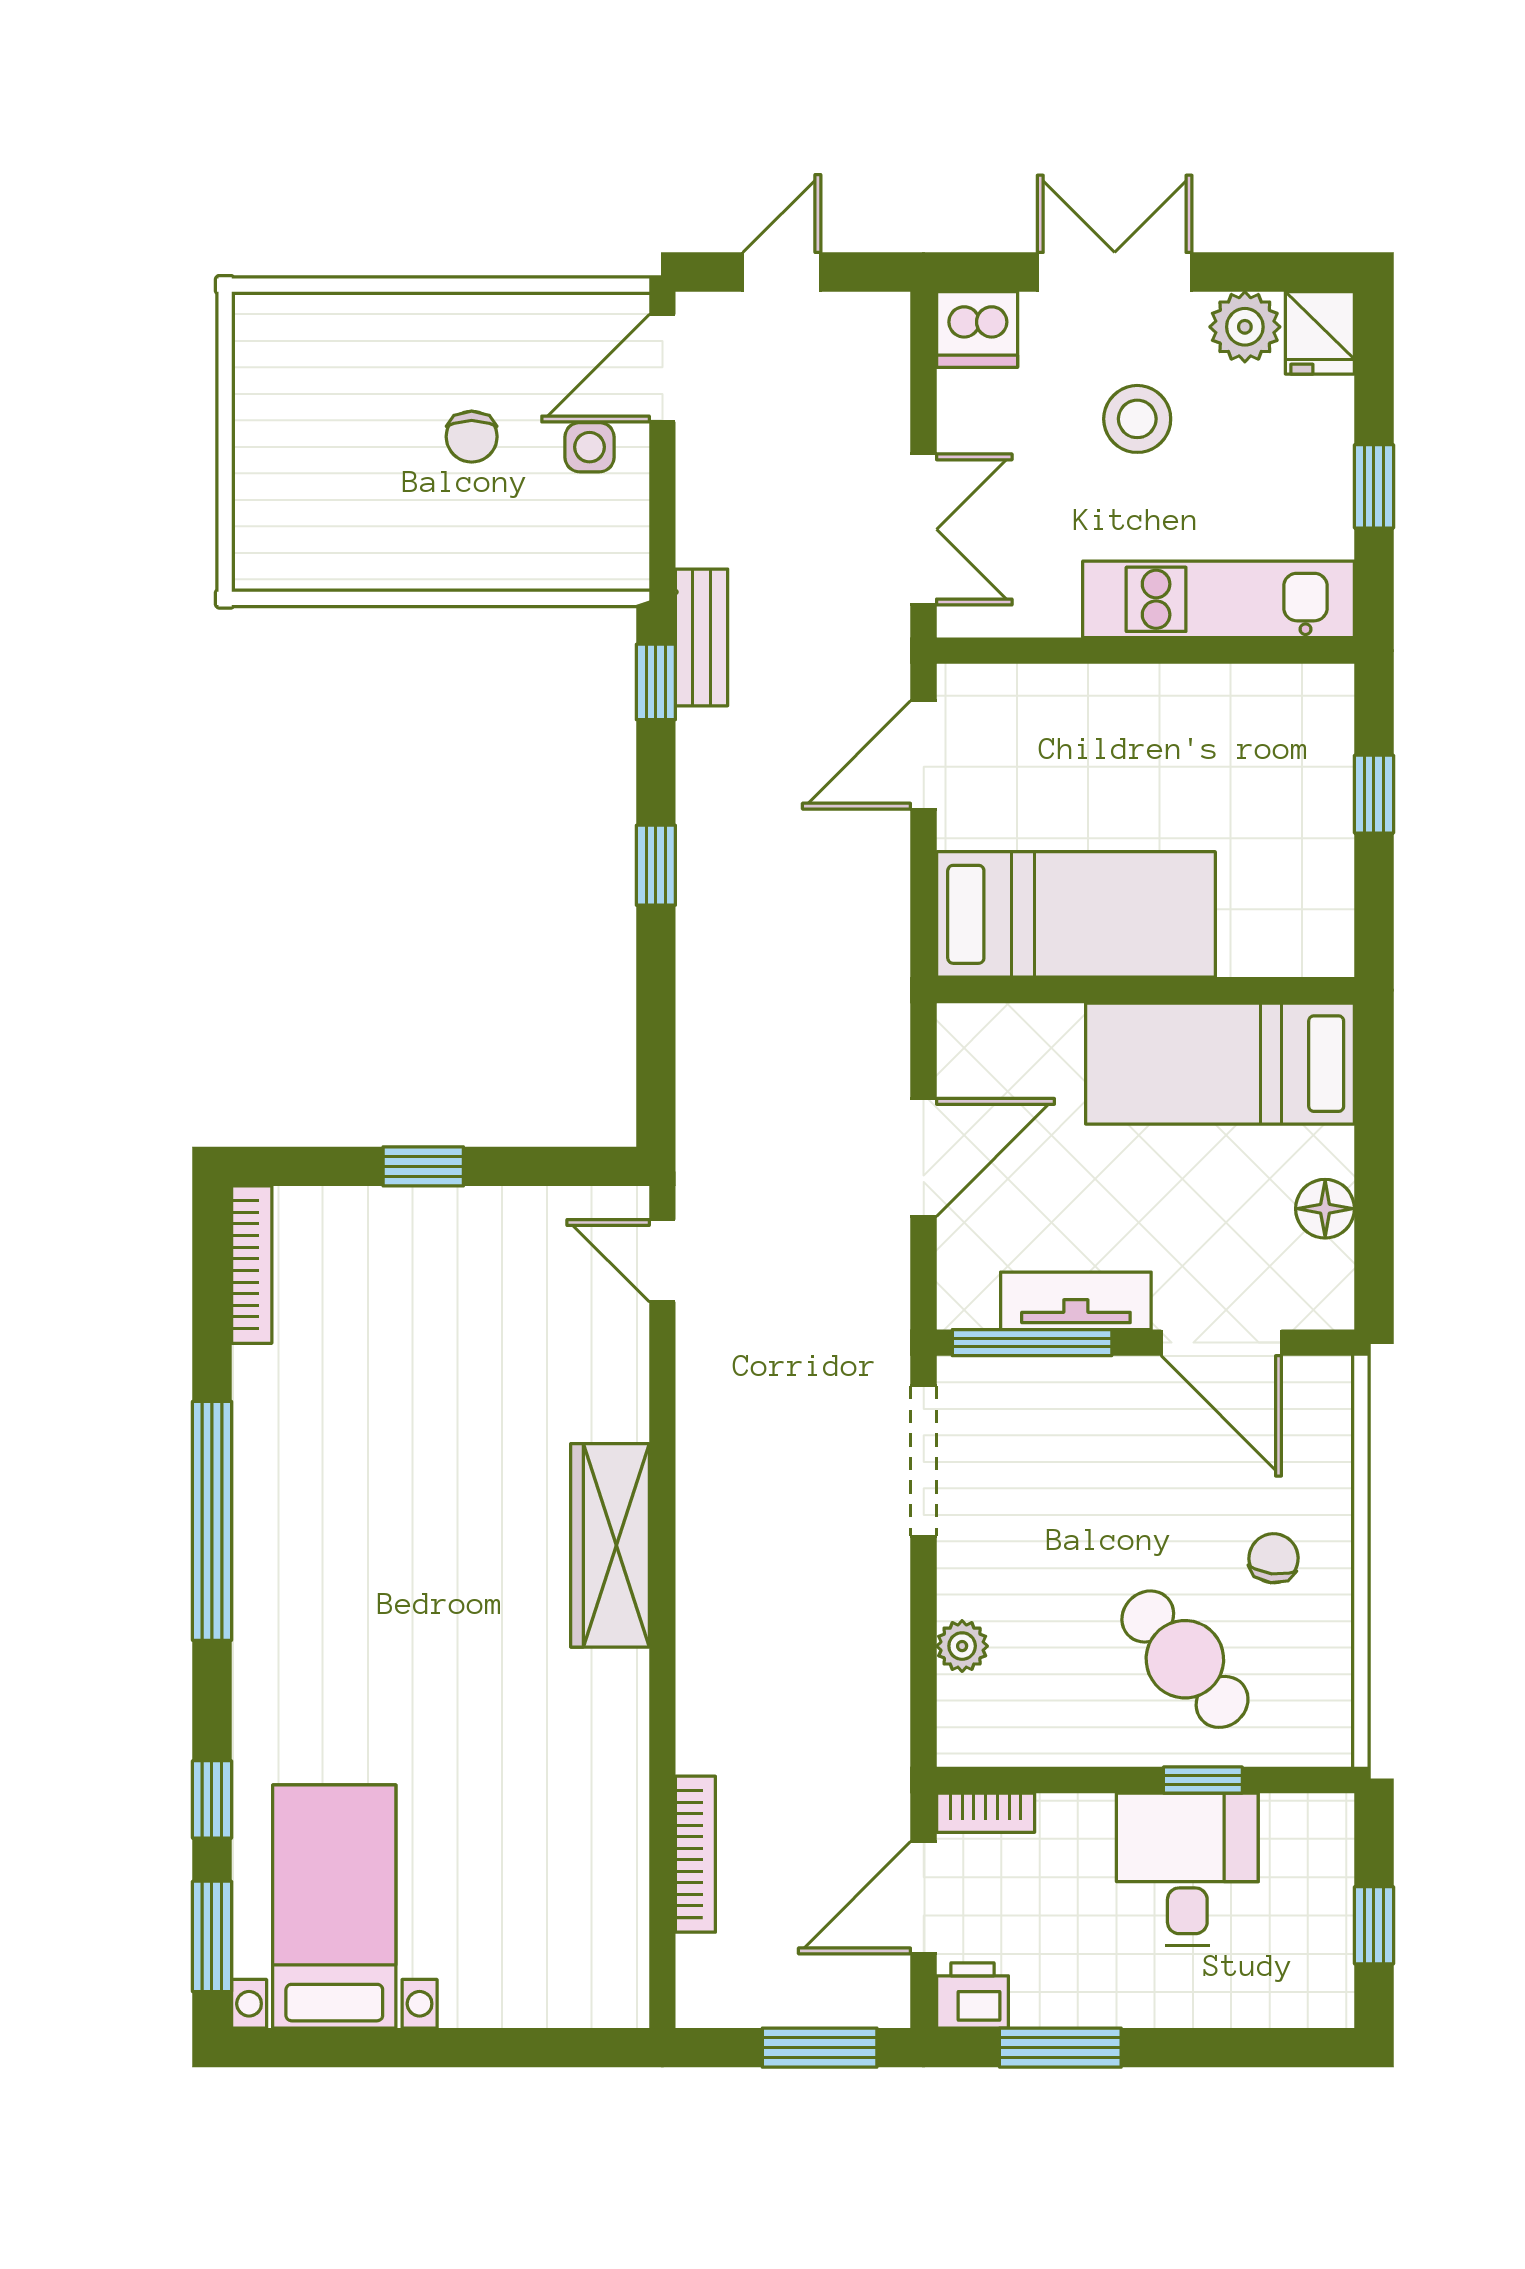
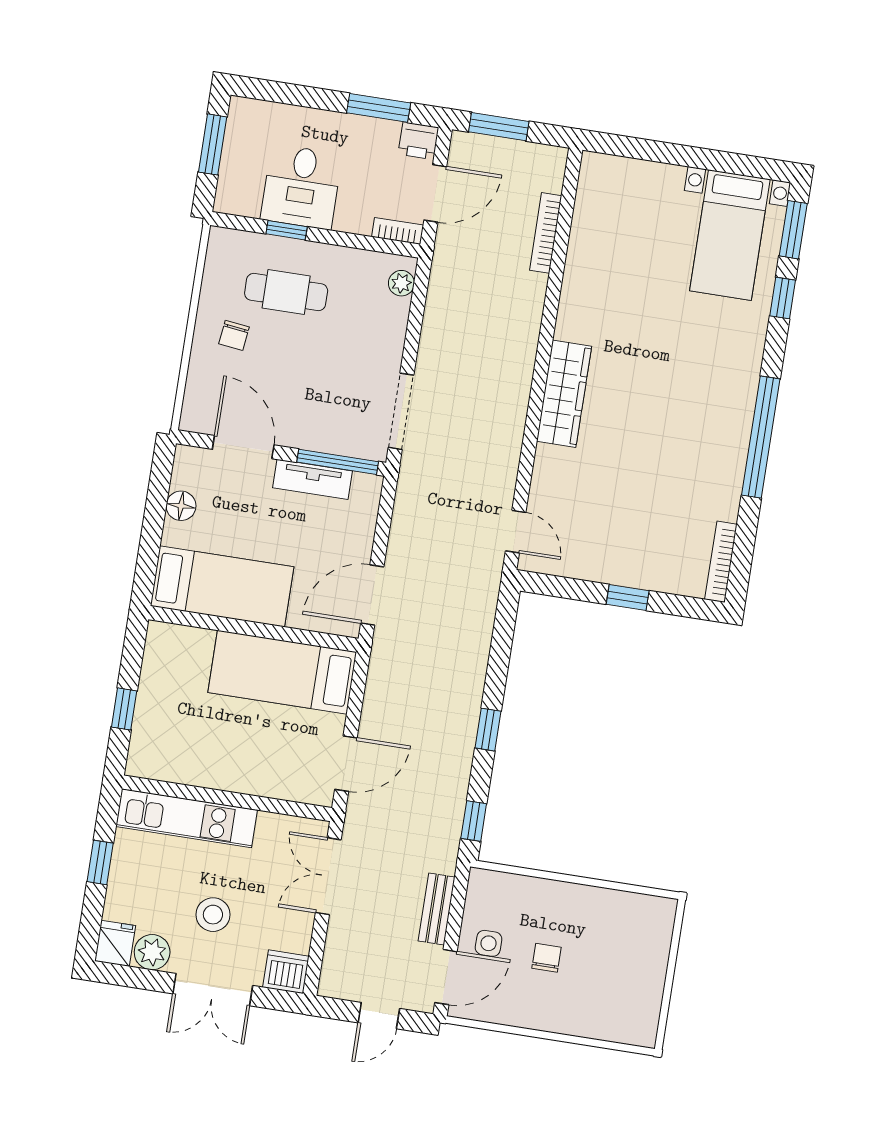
bench: (702, 637) -> (437, 909), moved
door: (924, 1157) -> (372, 595), moved
plant: (962, 1646) -> (401, 283), moved
cafe table: (1185, 1659) -> (286, 292), turned -49
window: (1374, 1925) -> (213, 144), width x1.50

